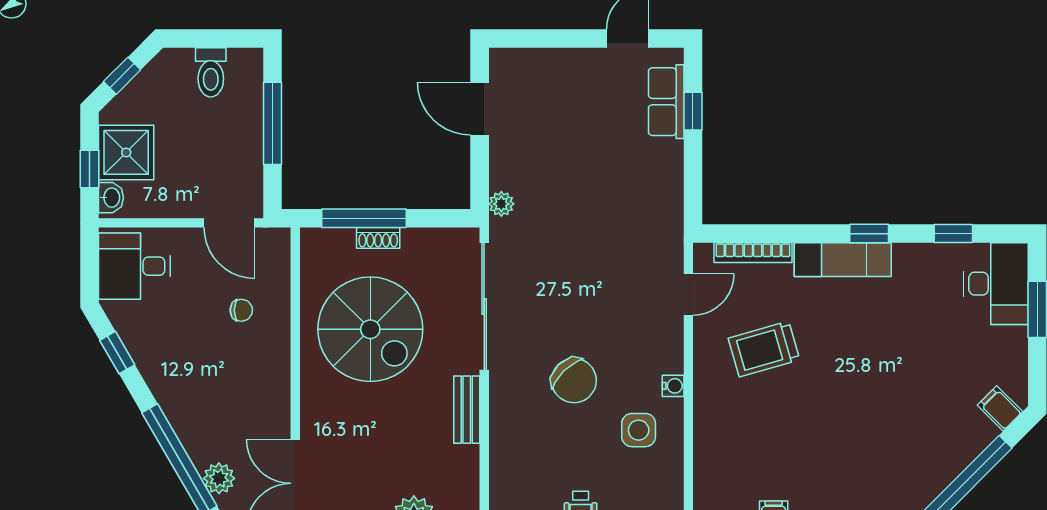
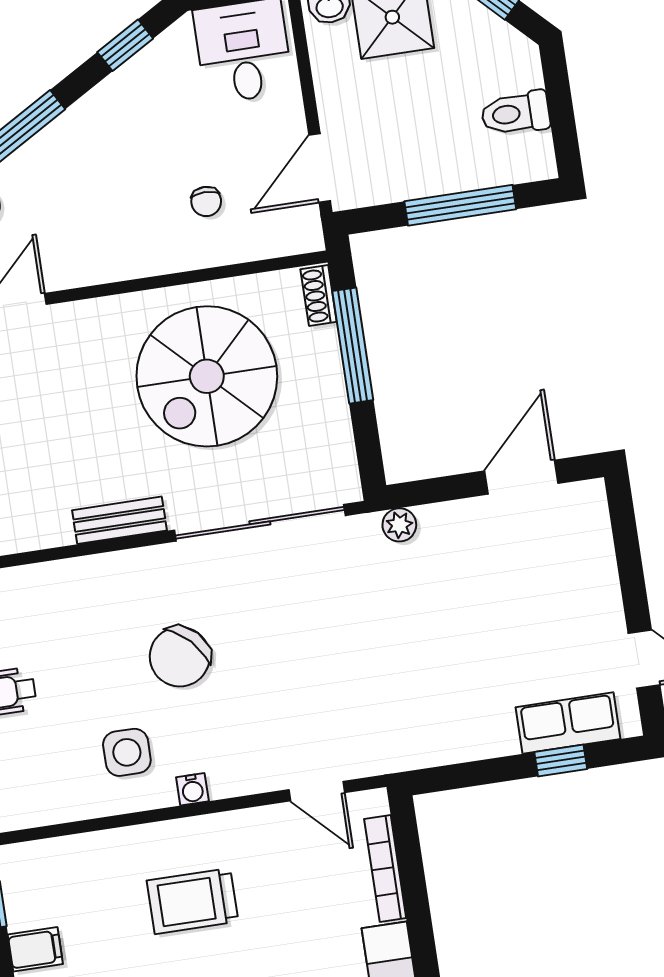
shoe rack: (378, 238) -> (319, 296), moved
trolley: (764, 349) -> (193, 901), moved, turned -74

